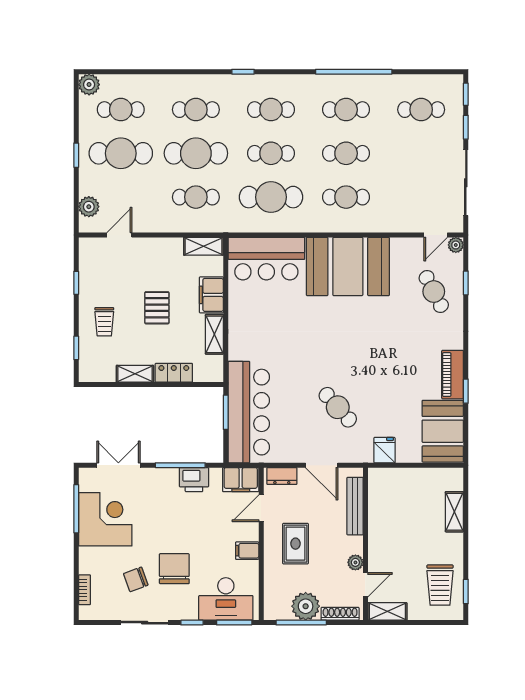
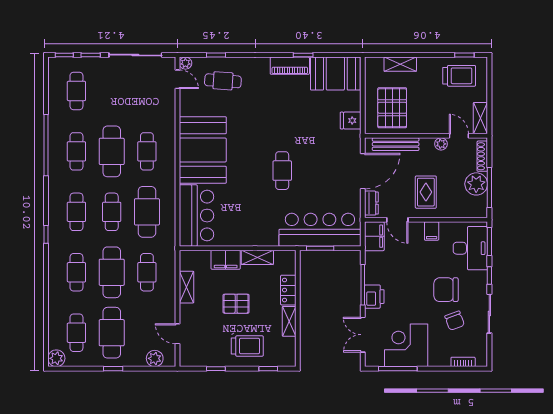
cafe table: (346, 153) -> (112, 151), width x1.37, depth x1.35
shelving: (203, 246) -> (187, 287), moved
cafe table: (434, 292) -> (223, 81), turned 31
trolley: (104, 322) -> (247, 346), width x1.36, depth x1.39
cafe table: (338, 407) -> (282, 171), moved, turned -48
door: (322, 465) -> (363, 171), width x1.36
printer: (194, 480) -> (374, 297), moved
pallet: (400, 502) -> (392, 108), added
rug: (296, 544) -> (426, 192), turned 90

